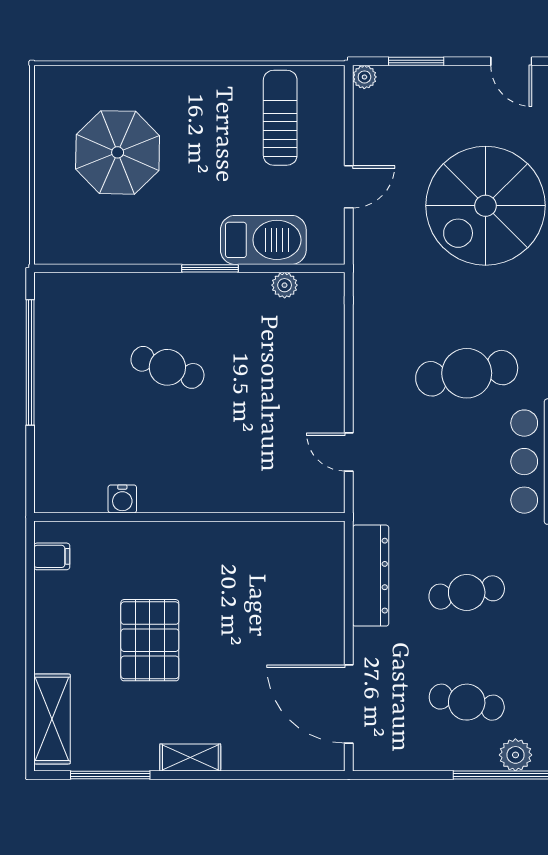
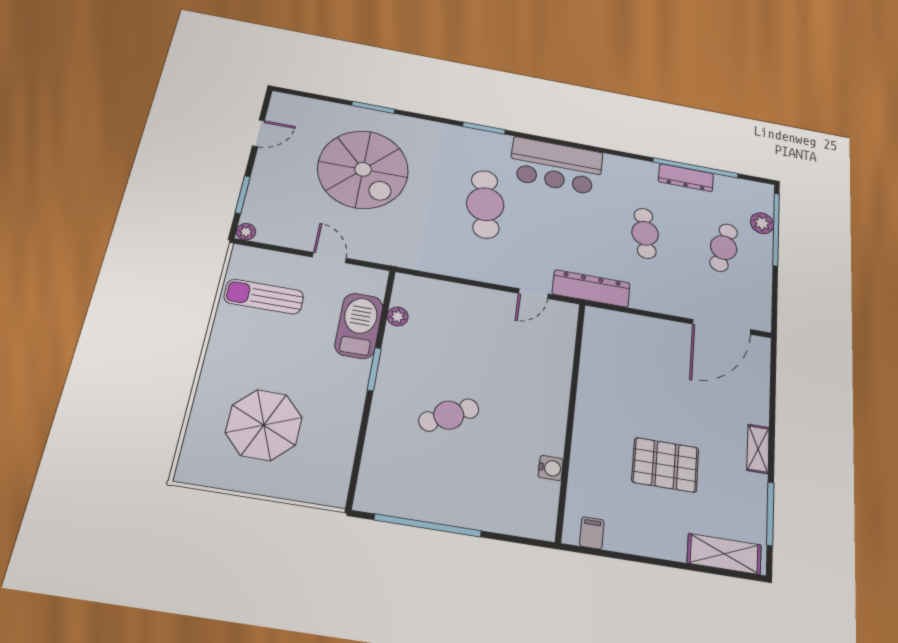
cafe table: (167, 367) -> (449, 415), turned 43
dresser: (371, 576) -> (591, 288), moved

